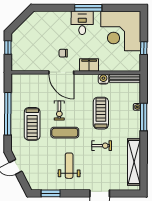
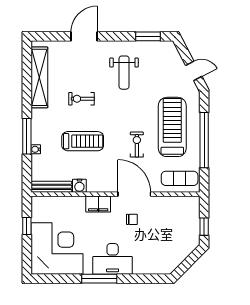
desk: (82, 23) -> (113, 259), width x1.37
treadmill: (101, 113) -> (83, 141), turned -90
treadmill: (32, 124) -> (172, 127), width x1.37, depth x1.38
exercise mat: (65, 133) -> (180, 178), moved

